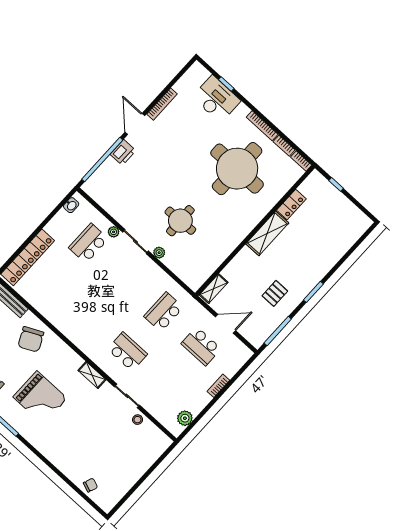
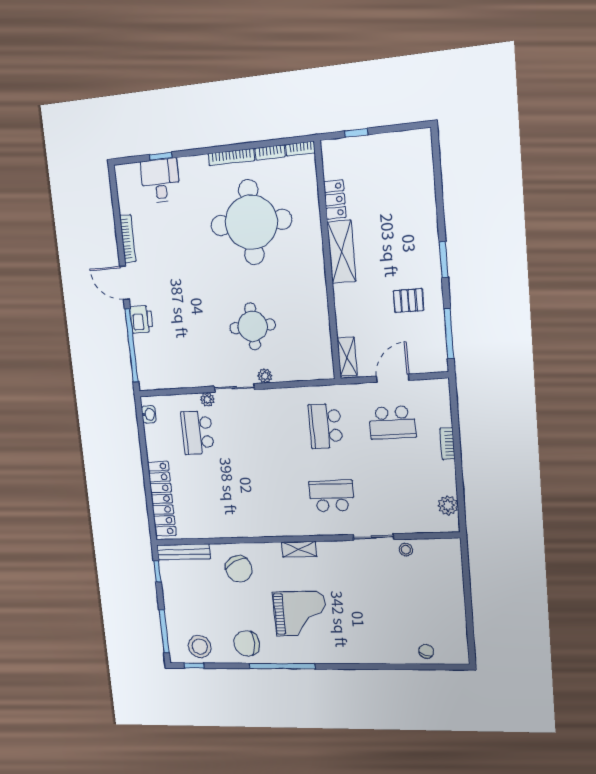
desk: (216, 99) -> (160, 181), width x0.73
pallet: (275, 293) -> (408, 301), turned 90
shelving: (92, 375) -> (299, 549), moved

